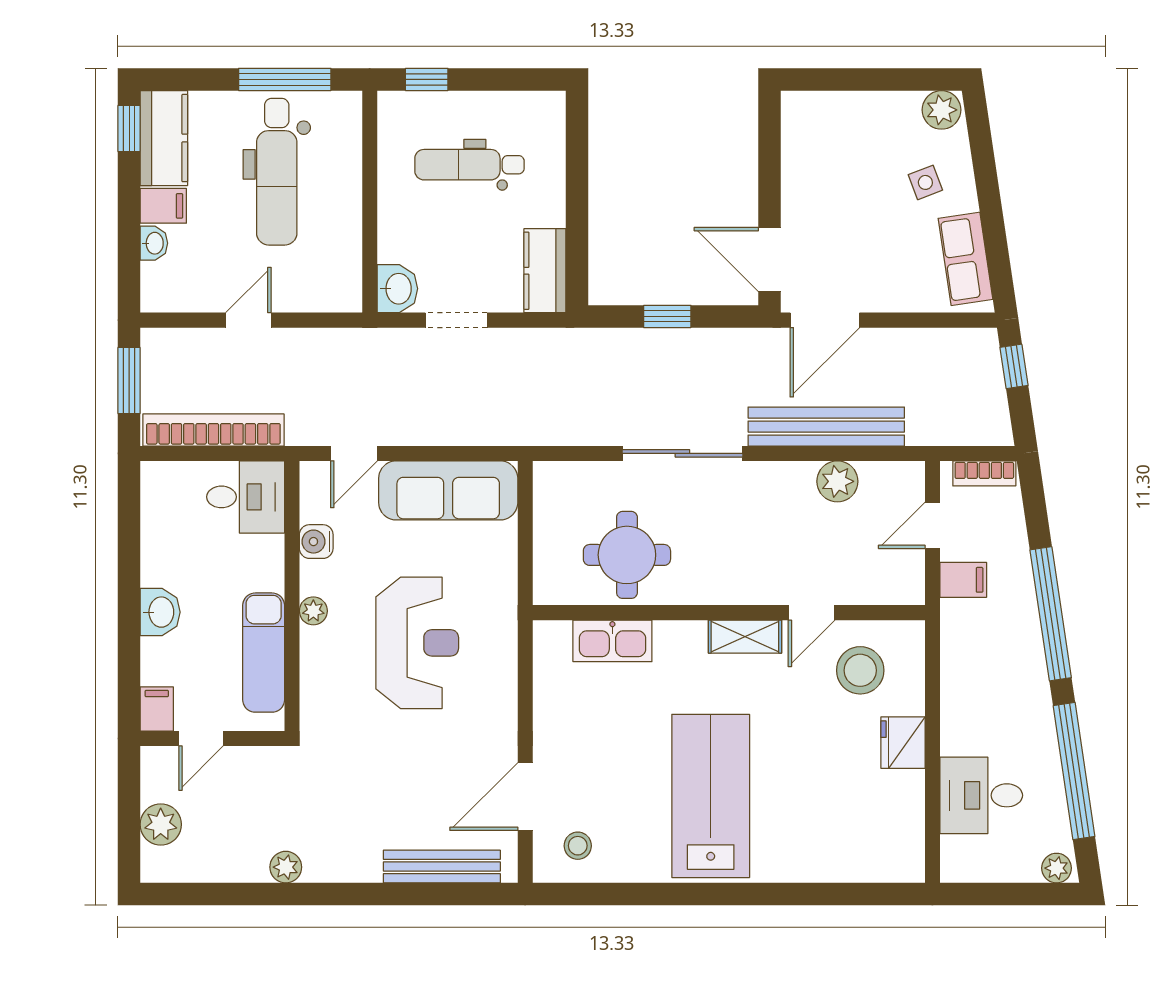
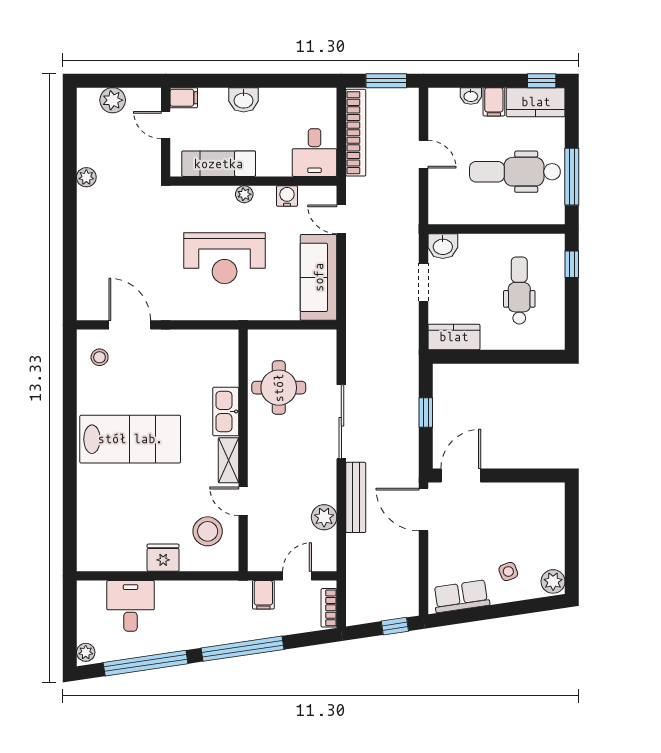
bench: (826, 427) -> (356, 497), width x0.73, depth x0.82
door: (932, 525) -> (297, 576), hinge flipped
kitchen sink: (612, 641) -> (226, 412), moved
bench: (442, 867) -> (87, 273), removed

